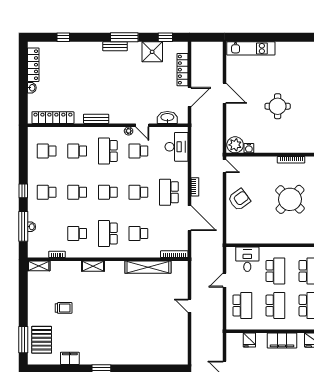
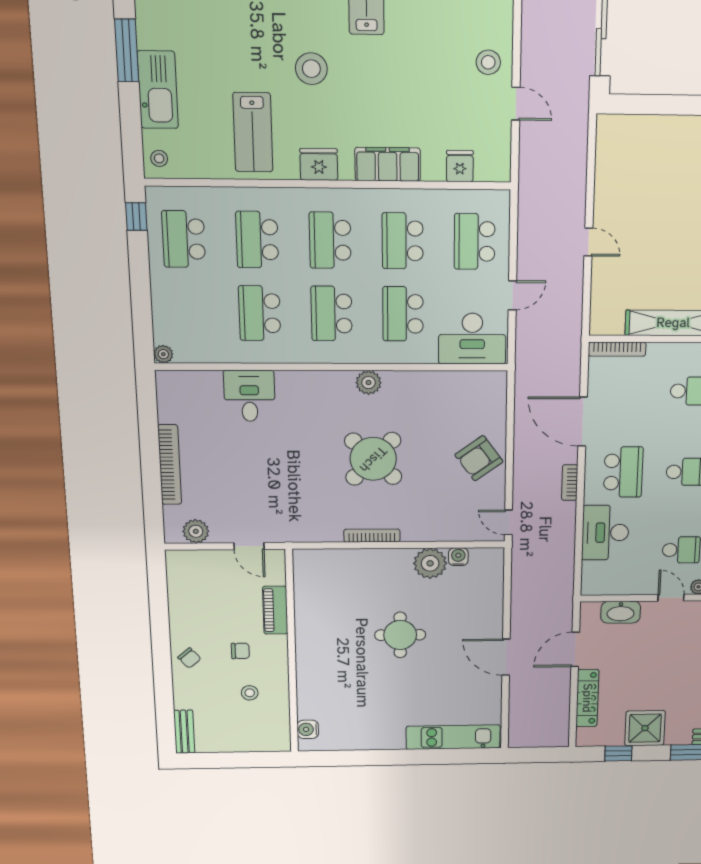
plant: (235, 145) -> (430, 563), moved
desk: (177, 147) -> (605, 533), moved
plant: (292, 238) -> (369, 383), added
desk: (247, 259) -> (472, 339), width x1.37

